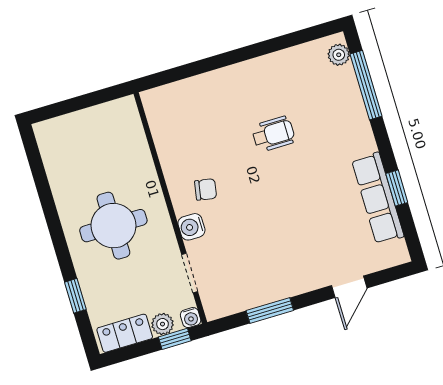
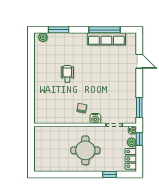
window: (366, 85) -> (59, 30), width x0.69
window: (397, 188) -> (104, 30), width x2.17
window: (270, 310) -> (139, 108), moved

